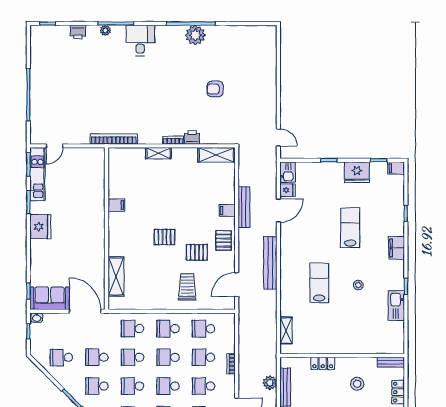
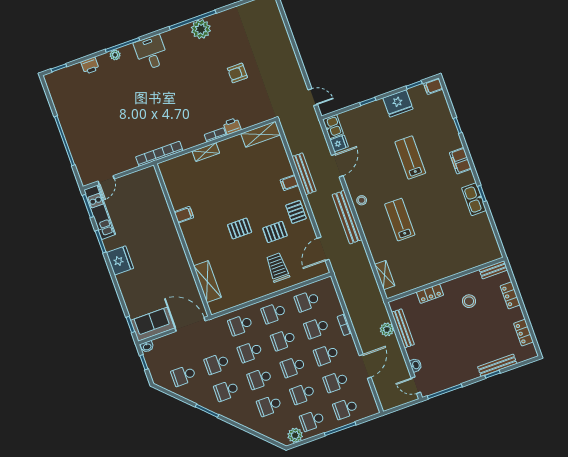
stool: (358, 285) -> (362, 200), moved
kitchen sink: (396, 306) -> (474, 199), moved

